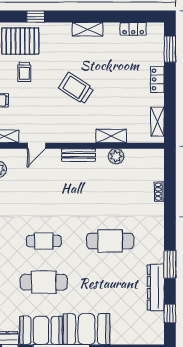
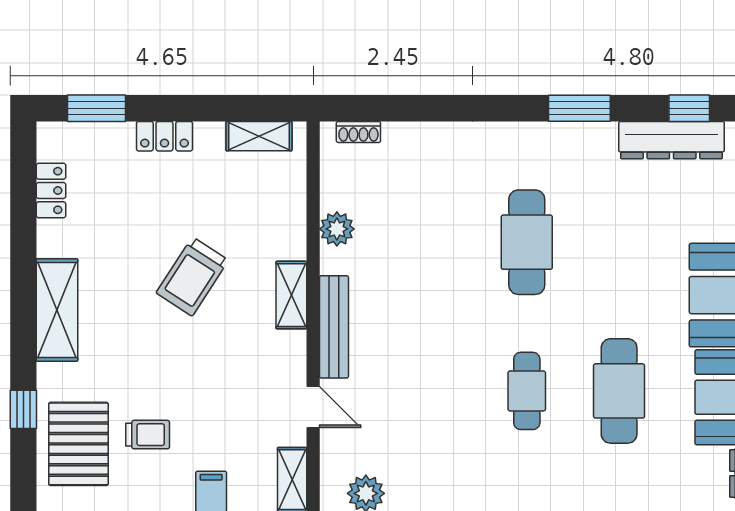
shelving: (88, 29) -> (57, 310), width x1.50, depth x1.33
trolley: (76, 88) -> (192, 277), moved
shelving: (111, 136) -> (291, 295), moved
bench: (78, 155) -> (334, 327), width x1.36
shoe rack: (159, 192) -> (358, 132), moved
dresser: (156, 287) -> (672, 140), moved

